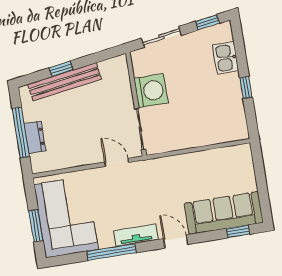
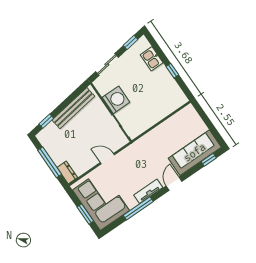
window: (61, 69) -> (46, 121), moved
bench: (65, 82) -> (73, 108), moved
dresser: (35, 137) -> (67, 172), moved
door: (117, 162) -> (107, 159), moved
door: (176, 242) -> (174, 184), hinge flipped

